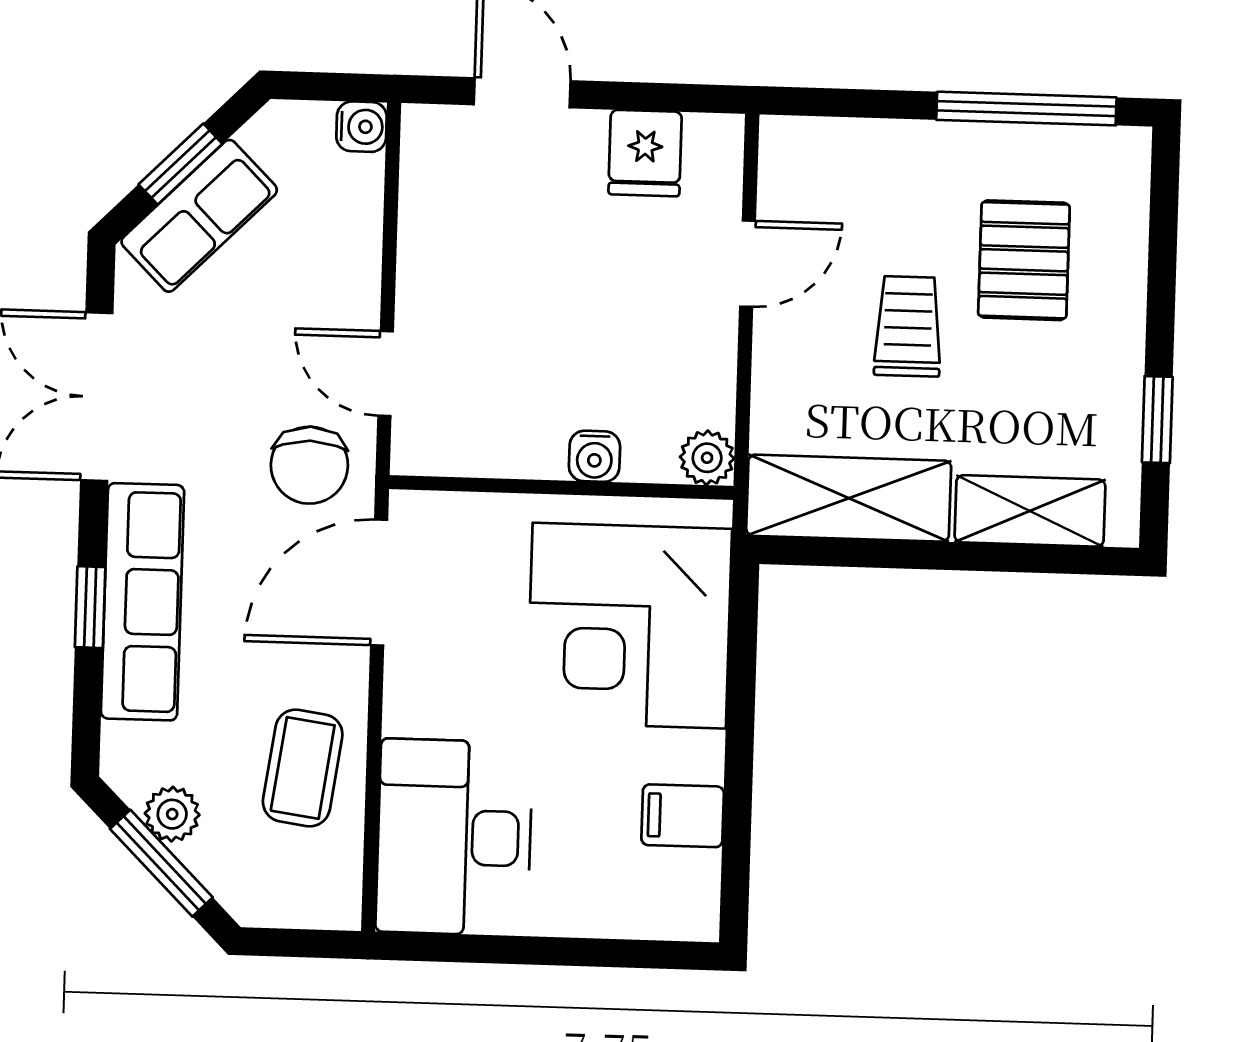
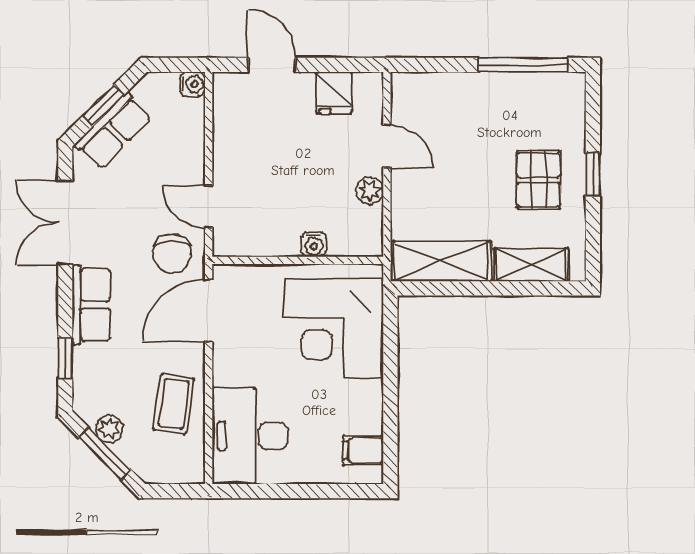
pallet: (1024, 260) -> (538, 180), moved
door: (748, 264) -> (387, 146), hinge flipped
trolley: (908, 326) -> (468, 175), removed
window: (1157, 420) -> (593, 175), moved
plant: (707, 458) -> (370, 191), moved
row of seats: (143, 602) -> (91, 305), width x0.68
window: (90, 607) -> (65, 358), moved
filing cabinet: (683, 816) -> (363, 450), moved

